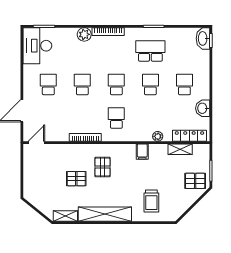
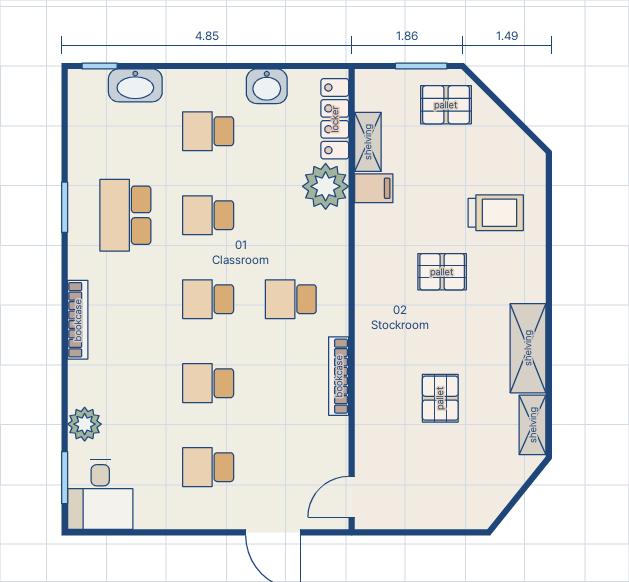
plant: (84, 34) -> (85, 424), moved
washbasin: (203, 38) -> (135, 85), moved
desk: (37, 46) -> (100, 494), width x0.73
plant: (158, 136) -> (326, 186), width x1.88, depth x1.88
door: (36, 143) -> (352, 497), hinge flipped
filing cabinet: (142, 152) -> (374, 188), moved
pallet: (102, 167) -> (442, 272), moved
pallet: (195, 181) -> (446, 105), turned 90
shelving: (105, 214) -> (528, 348), width x0.68

